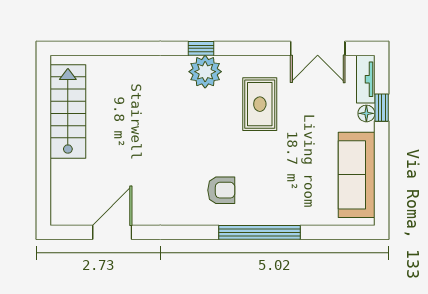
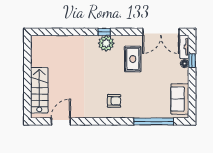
double door: (318, 48) -> (161, 32), width x1.37
stairs: (68, 111) -> (39, 90), moved
sofa: (357, 175) -> (180, 99), width x0.73
window: (260, 232) -> (154, 121), moved

